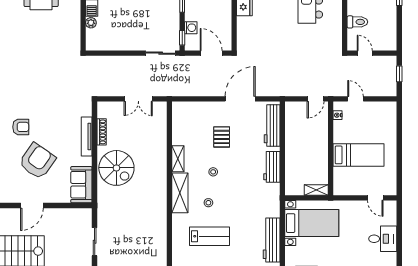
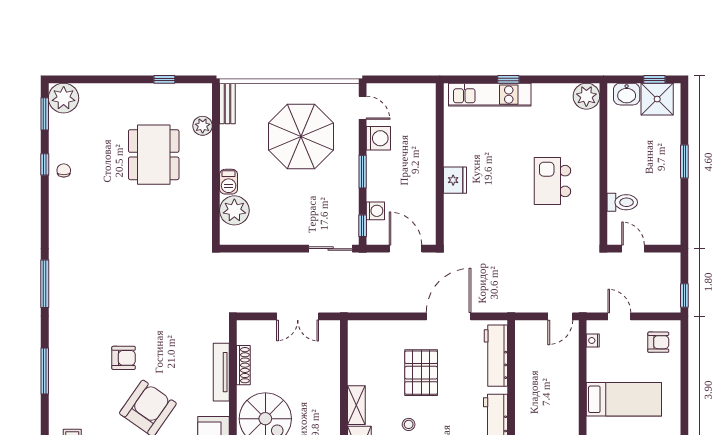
plant: (91, 23) -> (234, 210), width x1.87, depth x1.87
window: (399, 74) -> (684, 296), moved
armchair: (382, 116) -> (658, 342), added
pallet: (222, 137) -> (421, 373), width x1.50, depth x1.42

